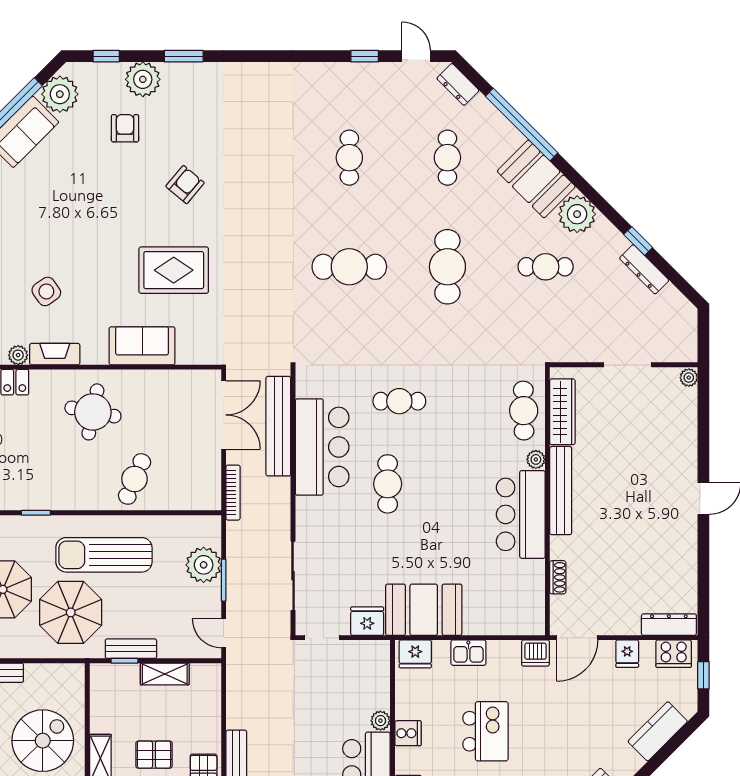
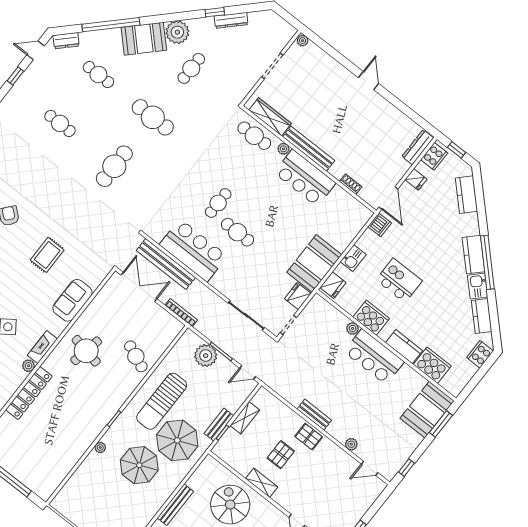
rug: (174, 270) -> (47, 255), width x0.73, depth x0.70
cafe table: (399, 401) -> (218, 203), moved
cooker: (408, 733) -> (371, 318), width x1.87, depth x1.31

